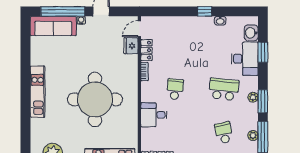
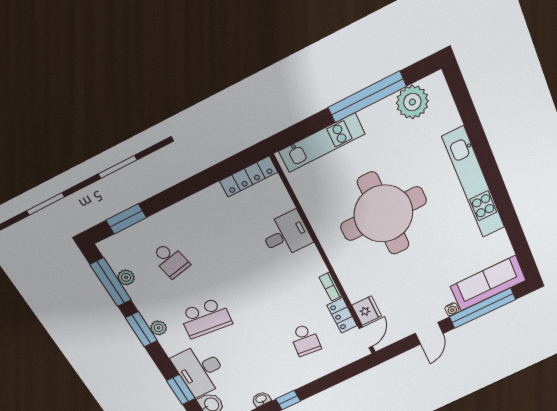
school desk: (175, 89) -> (305, 340), moved
kitchen unit: (38, 92) -> (474, 183), width x1.36

